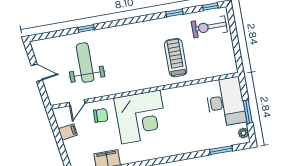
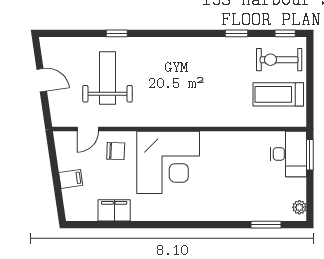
treadmill: (176, 58) -> (278, 94), moved, turned -90
desk: (226, 102) -> (288, 154), width x0.73, depth x0.77
window: (248, 112) -> (310, 155), moved
filing cabinet: (68, 132) -> (71, 179), moved

